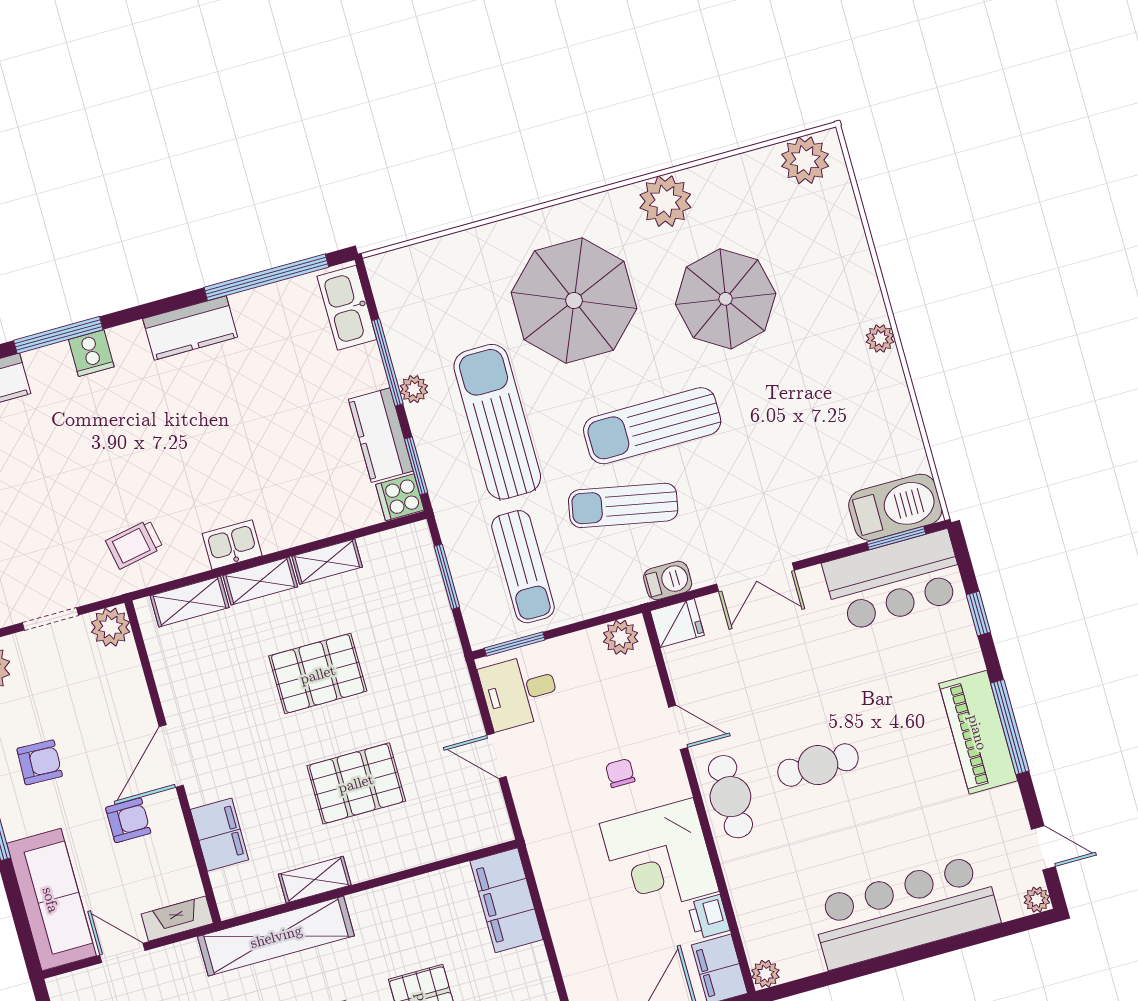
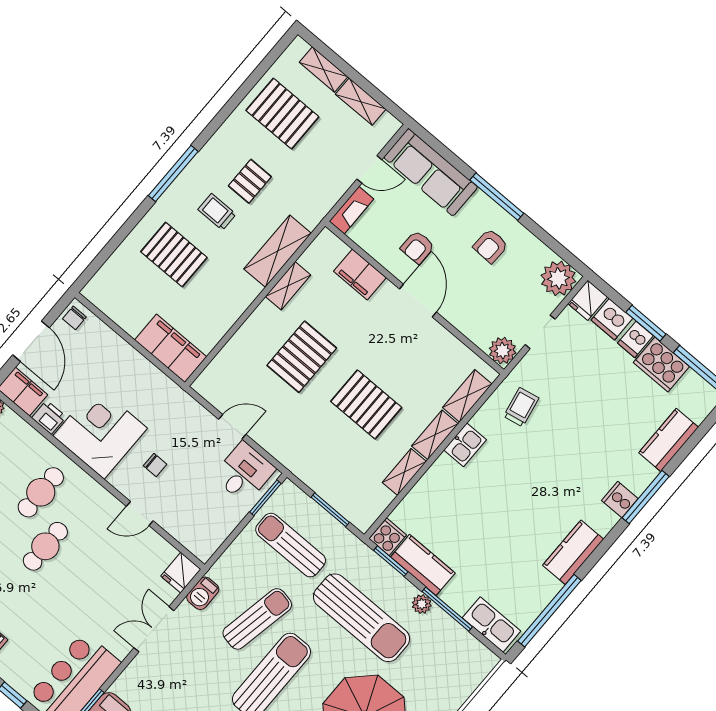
plant: (621, 637) -> (208, 543), removed
pallet: (318, 674) -> (366, 404), turned 90
cafe table: (730, 797) -> (41, 492), moved, turned 90
shelving: (276, 936) -> (278, 251), width x0.68

